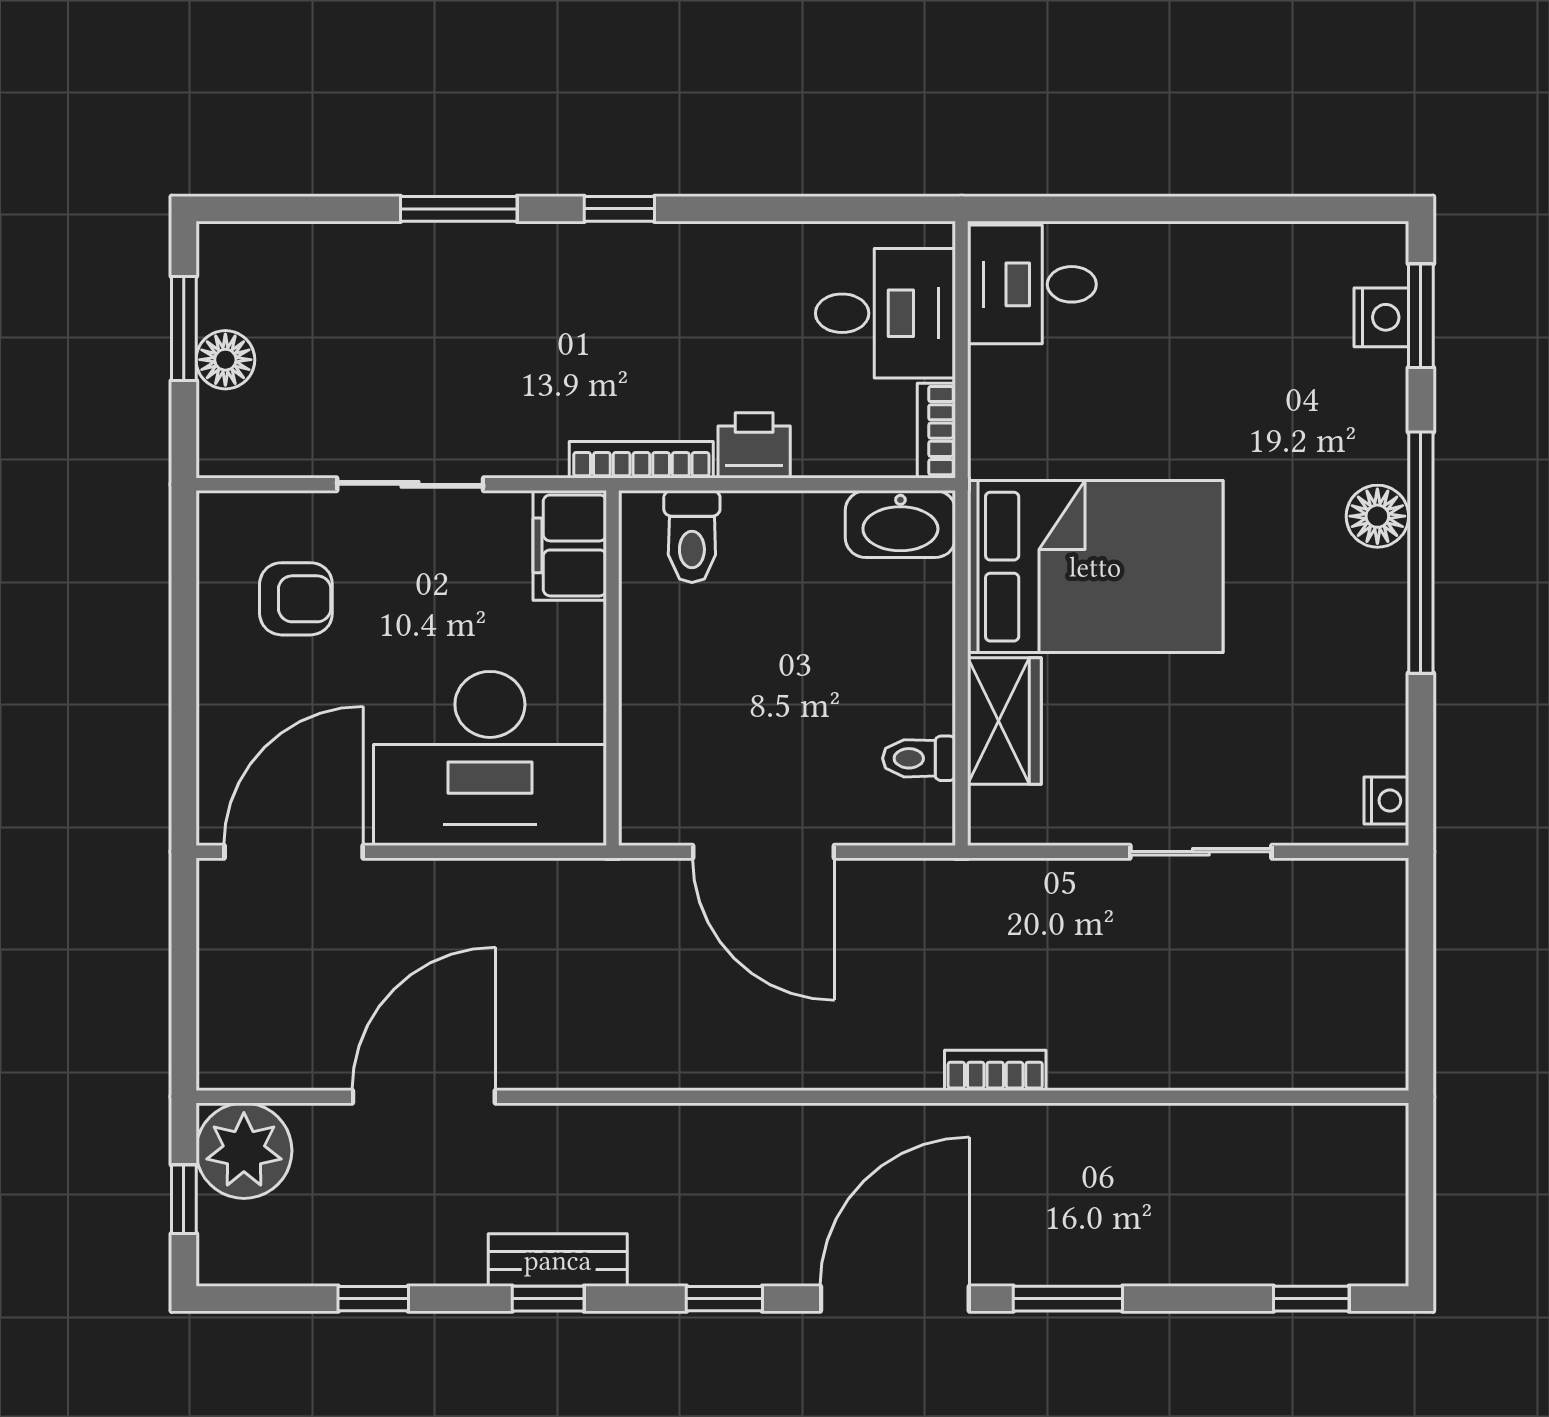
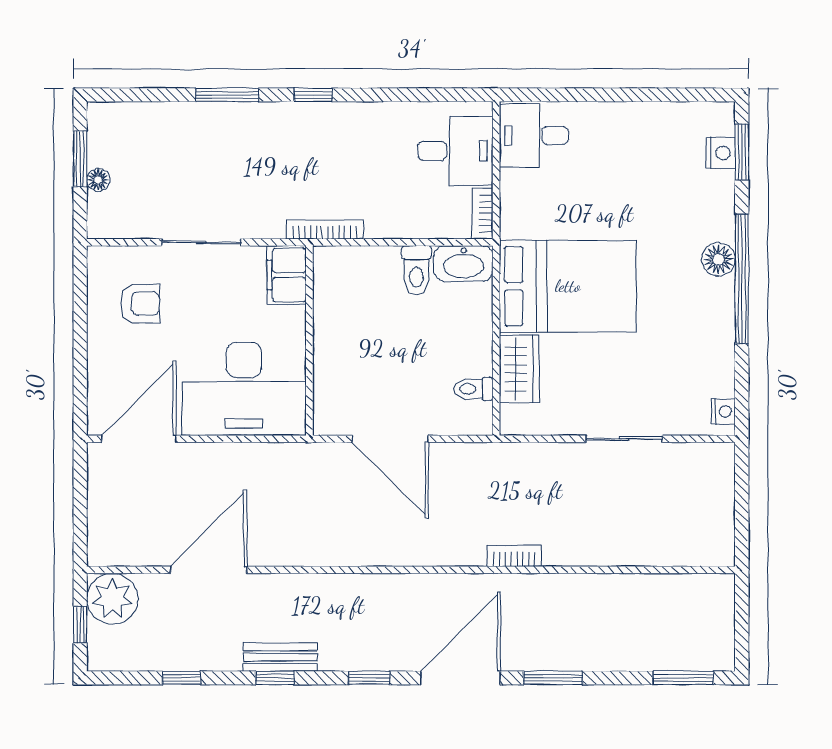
floor lamp: (225, 360) -> (98, 180), width x0.73, depth x0.73
printer: (754, 445) -> (385, 221), removed
toilet: (692, 537) -> (416, 270), moved
window: (1311, 1299) -> (683, 678), width x1.50

